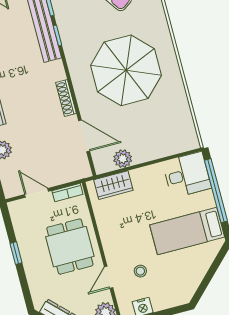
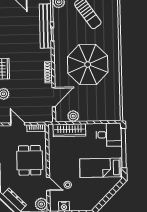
door: (84, 136) -> (54, 97), hinge flipped
wardrobe: (113, 185) -> (69, 130), width x1.50
door: (109, 277) -> (48, 184), swing flipped

